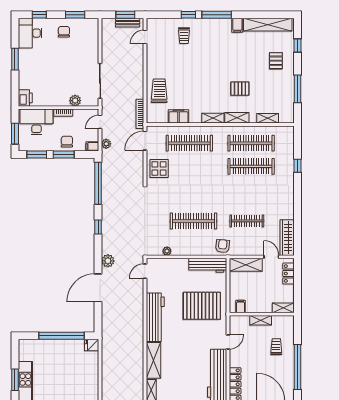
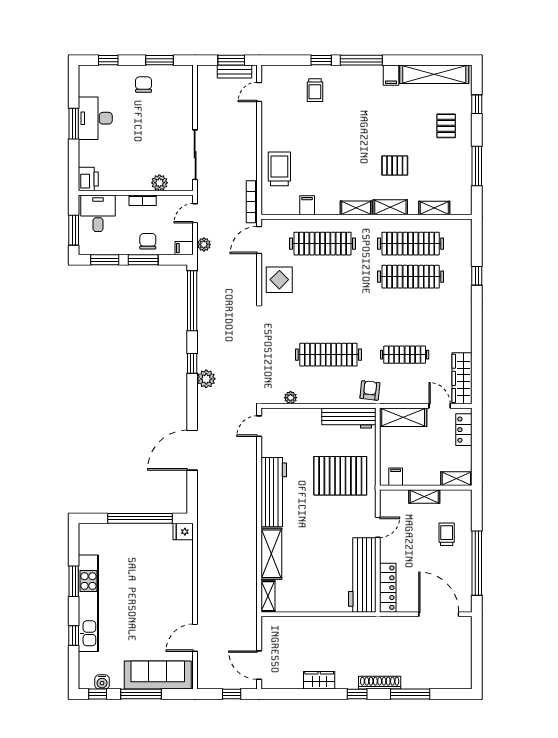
desk: (30, 33) -> (95, 118), moved
filing cabinet: (179, 116) -> (307, 205), width x0.50
desk: (37, 122) -> (98, 213), width x0.73
plant: (108, 261) -> (206, 379), moved

